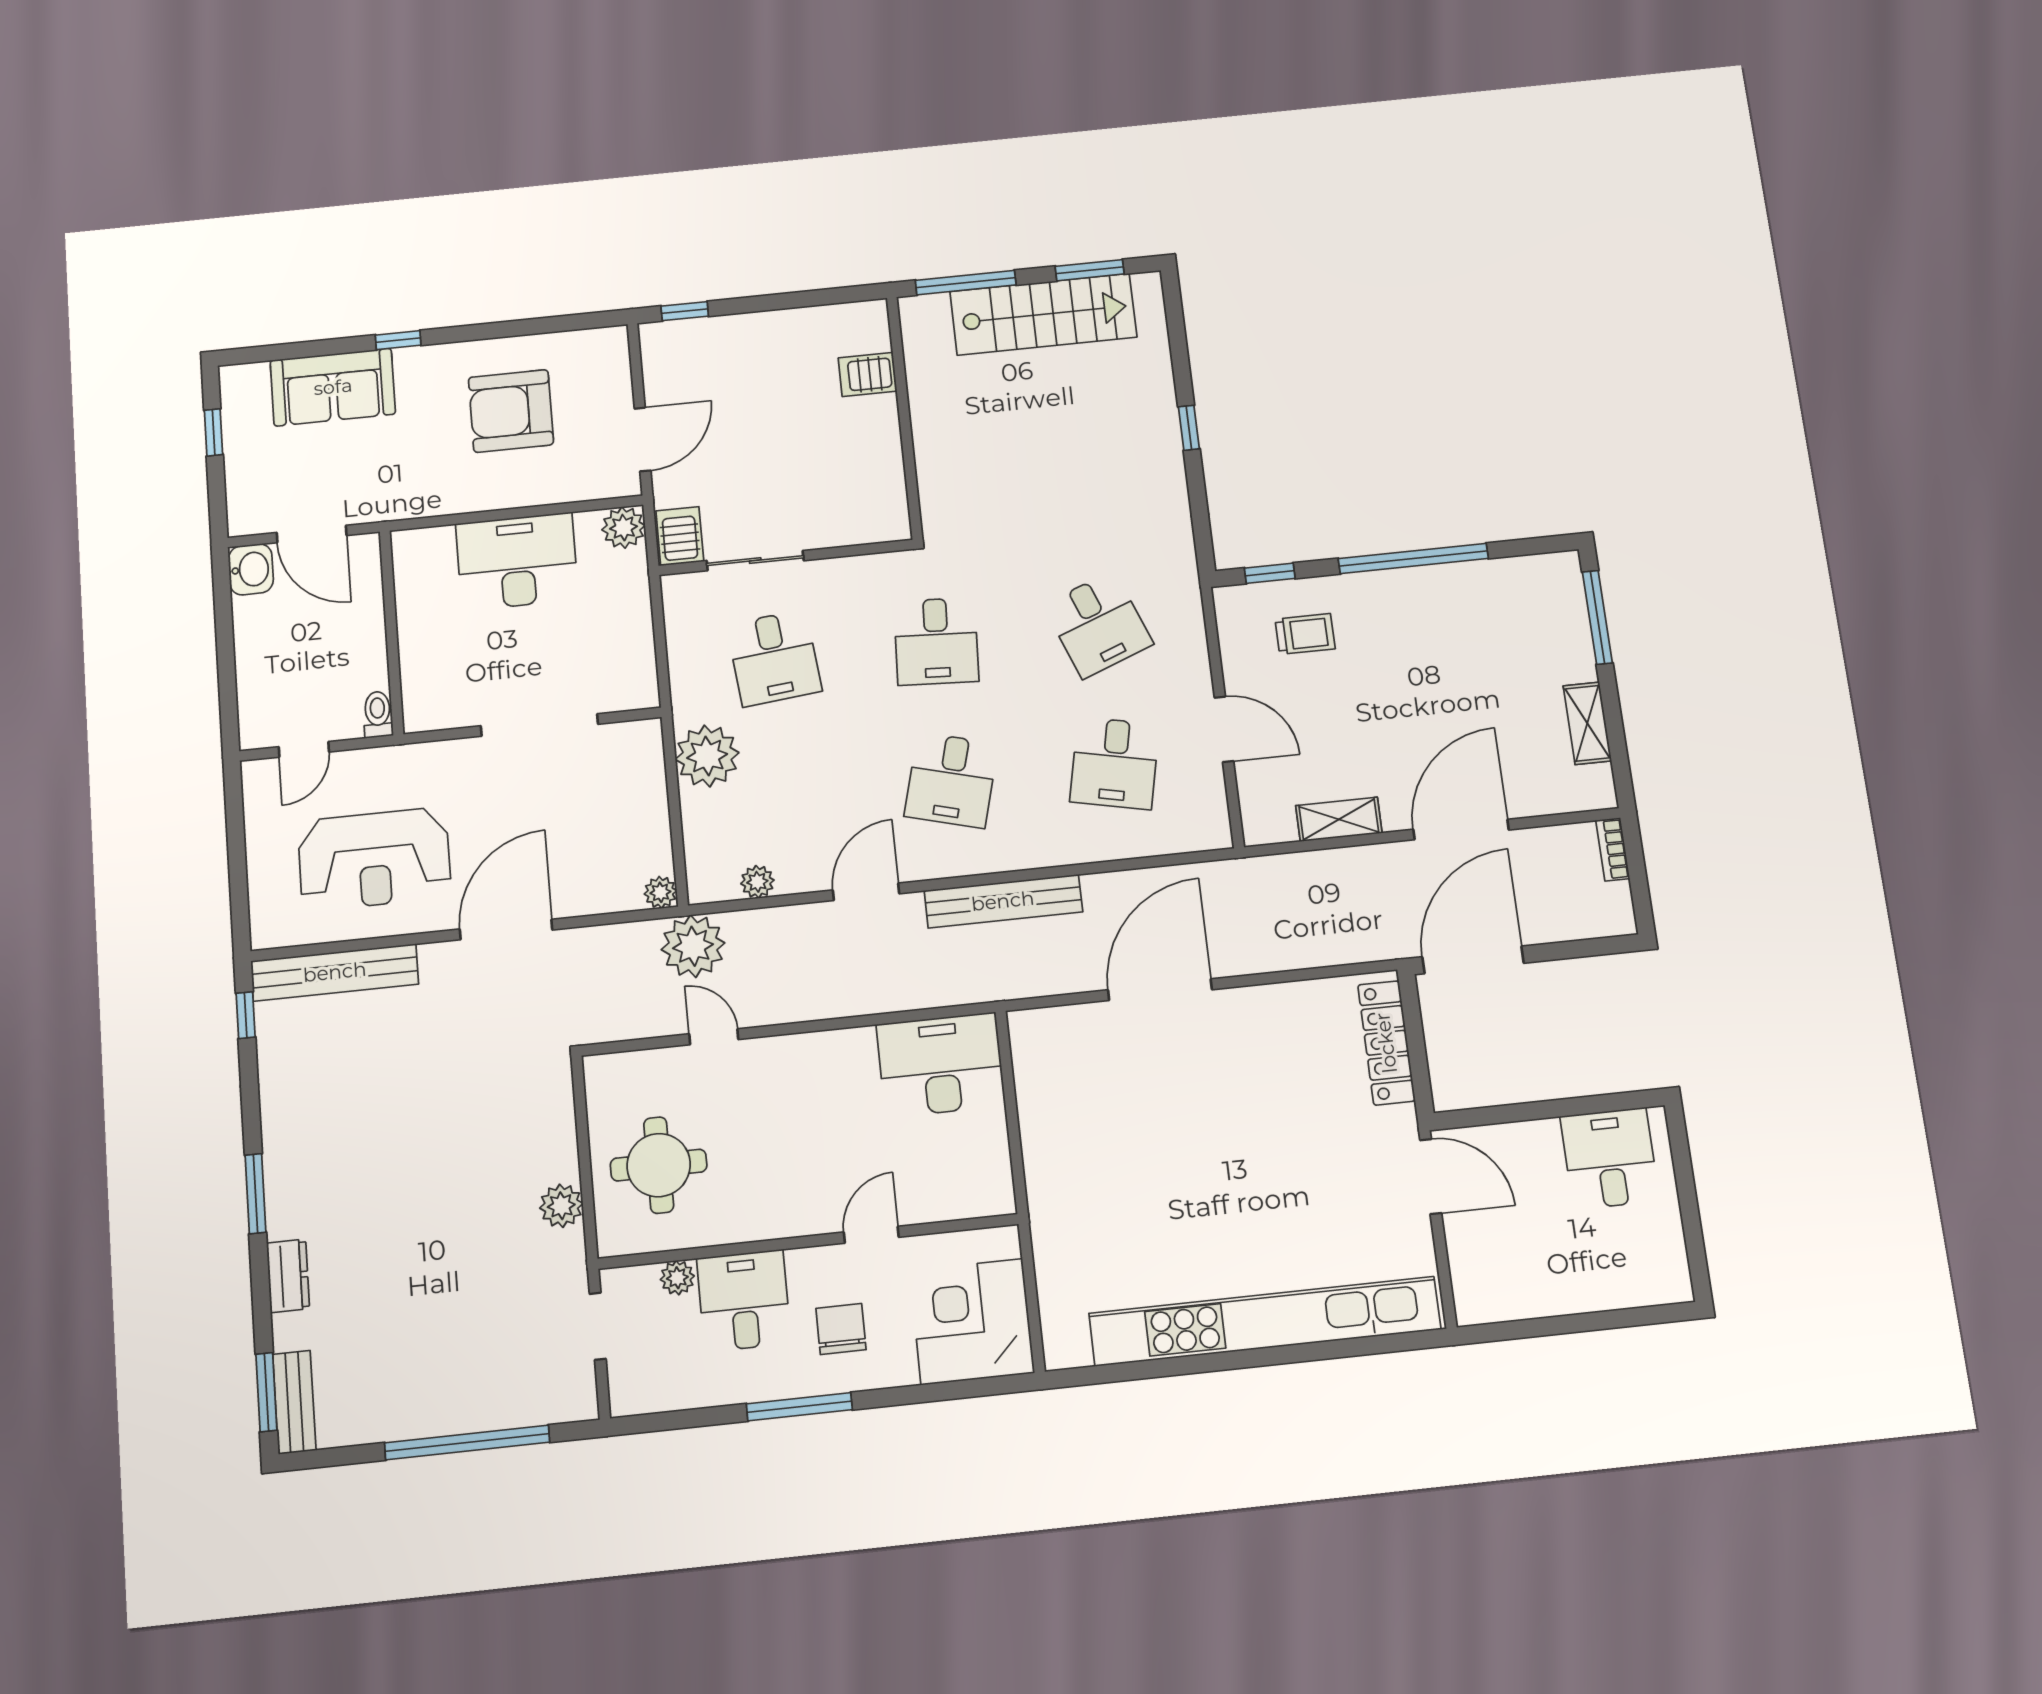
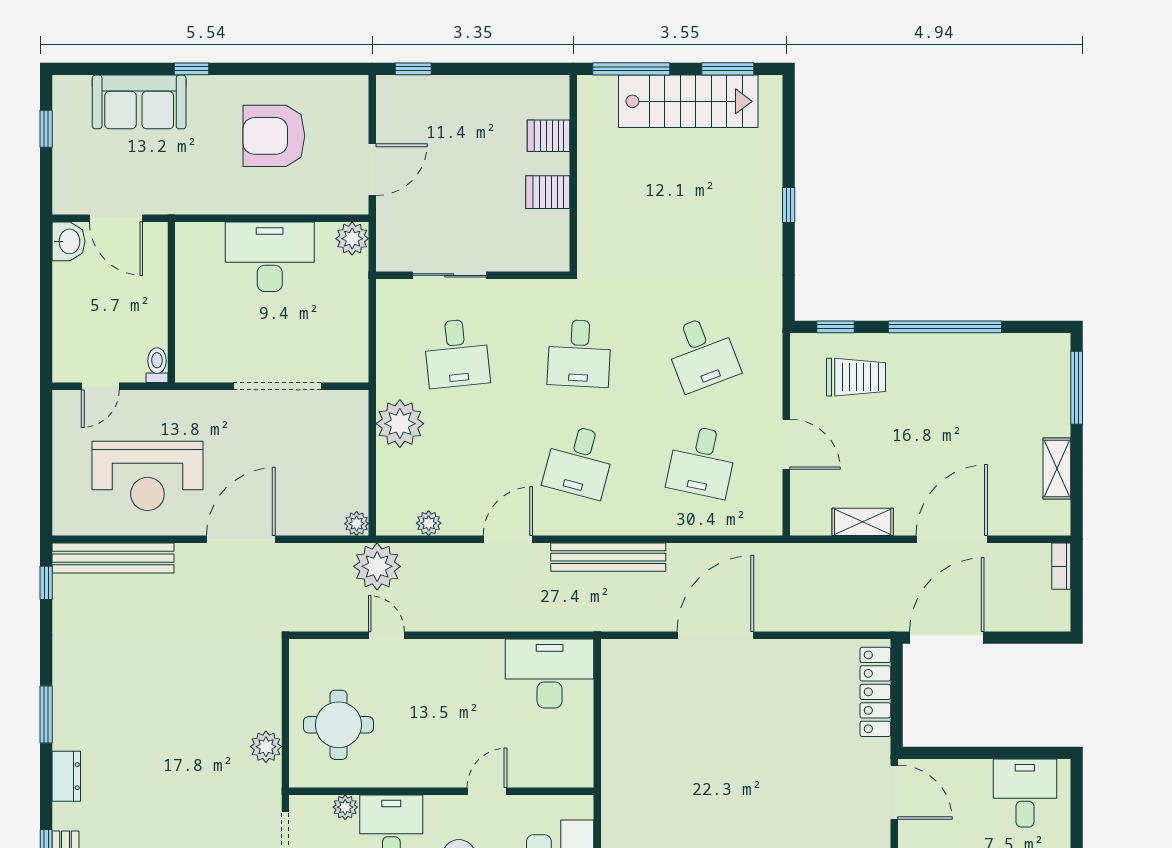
server rack: (680, 536) -> (548, 192), moved, turned -90
trolley: (1305, 634) -> (856, 377), width x1.36, depth x1.39

